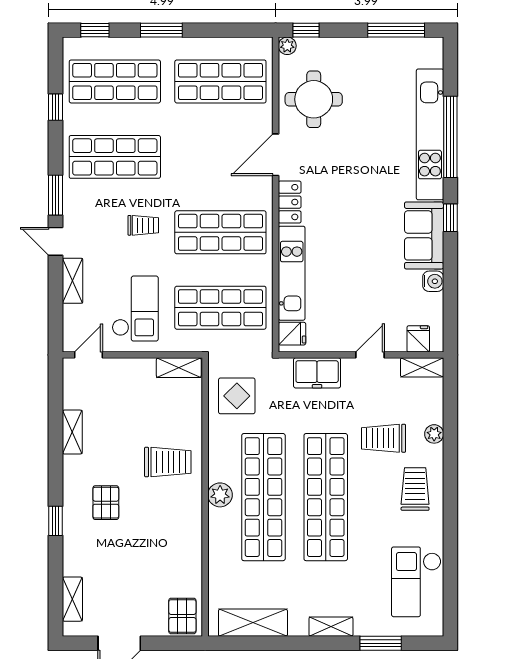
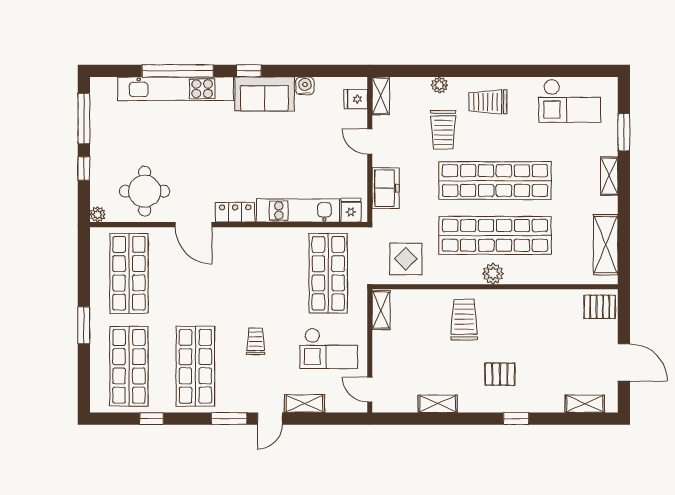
window: (95, 30) -> (84, 384), removed
window: (306, 30) -> (84, 169), moved
shop shelf: (220, 232) -> (262, 273), removed
checkout: (135, 309) -> (329, 348), turned 180

